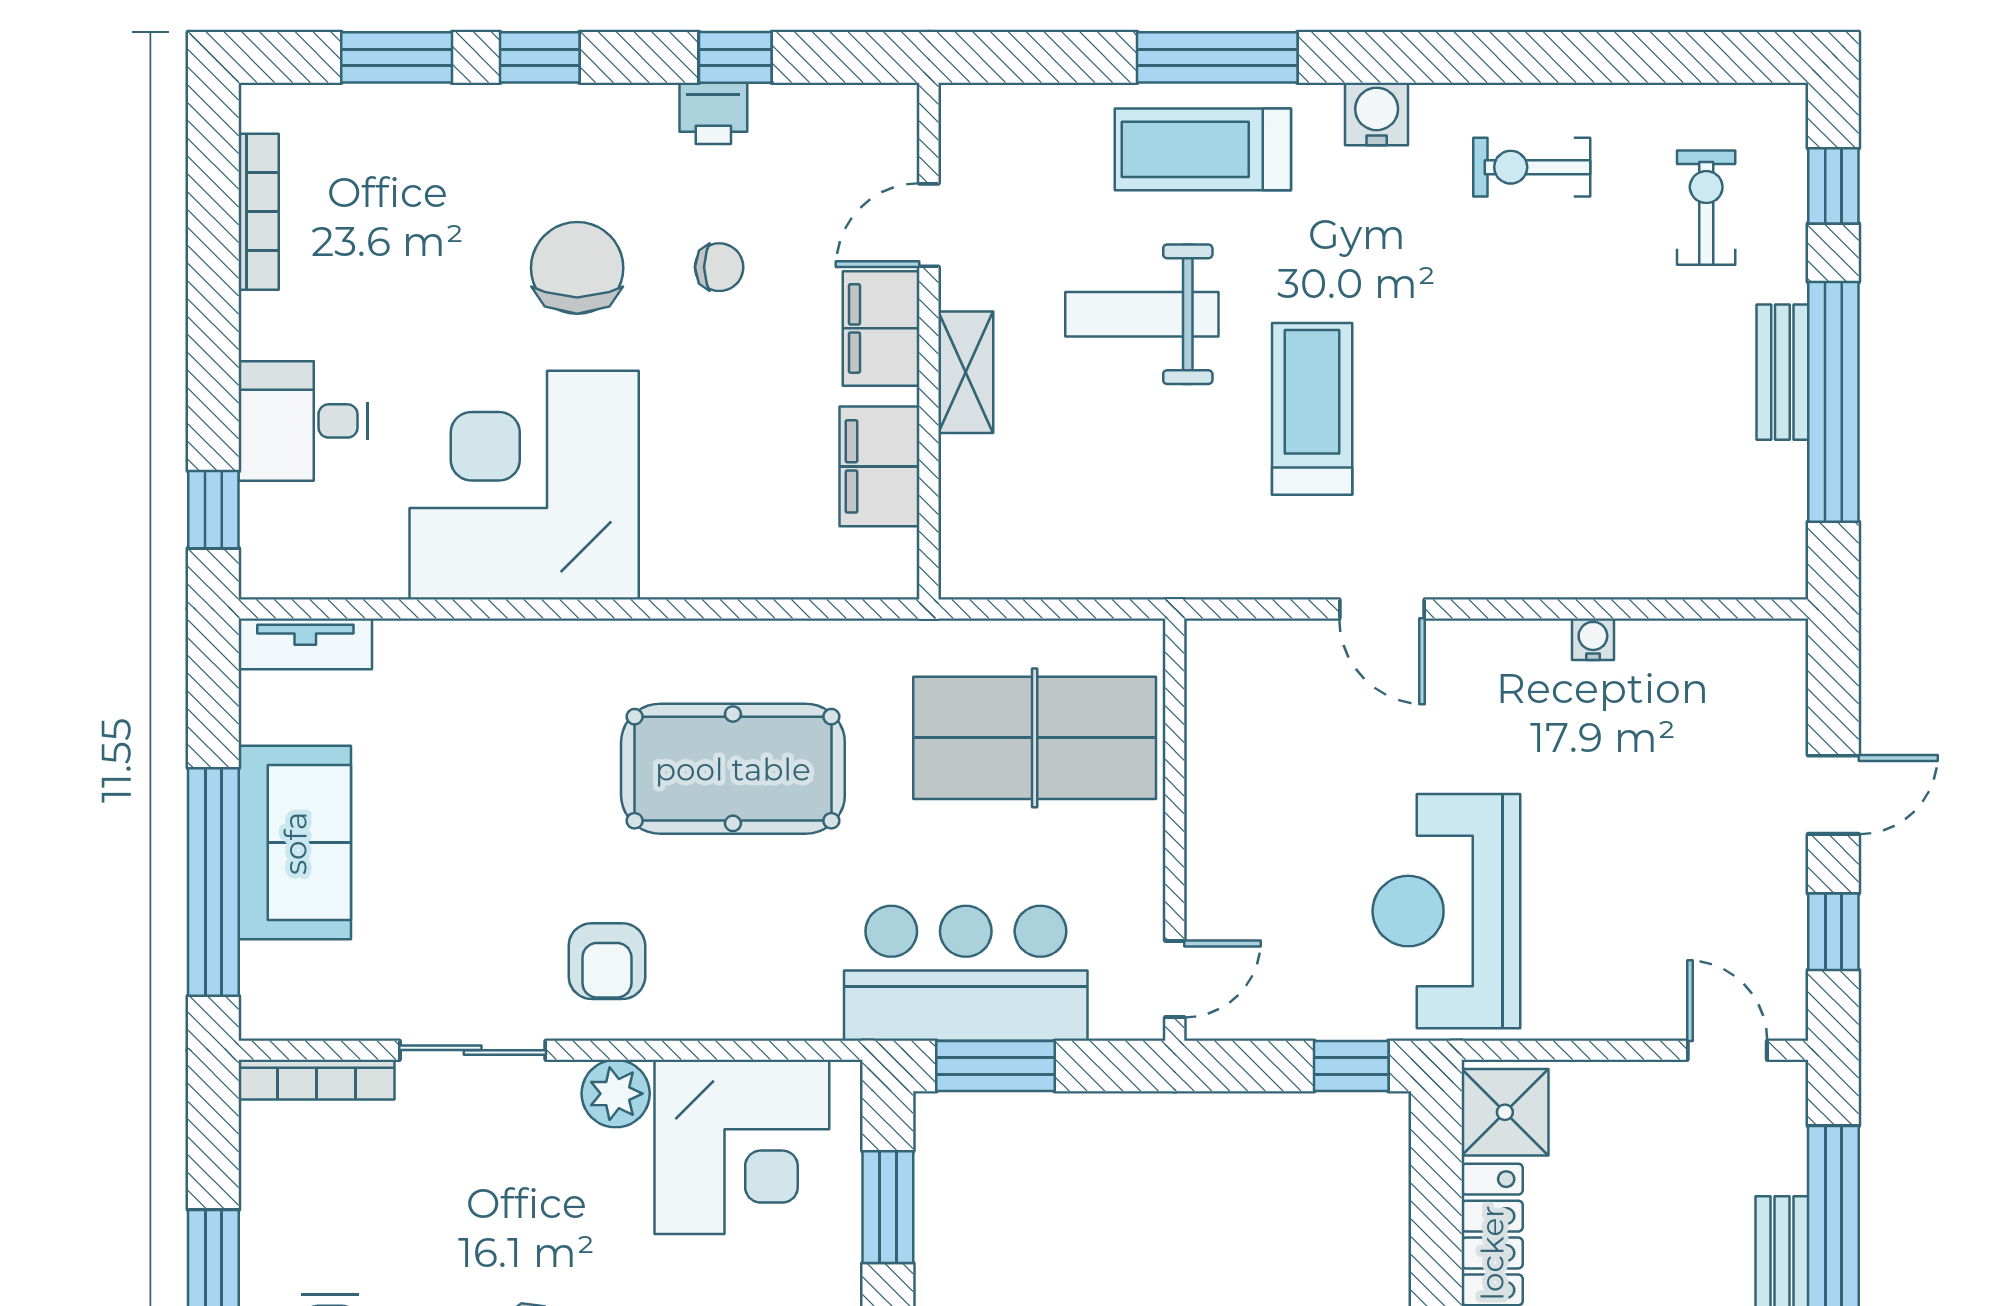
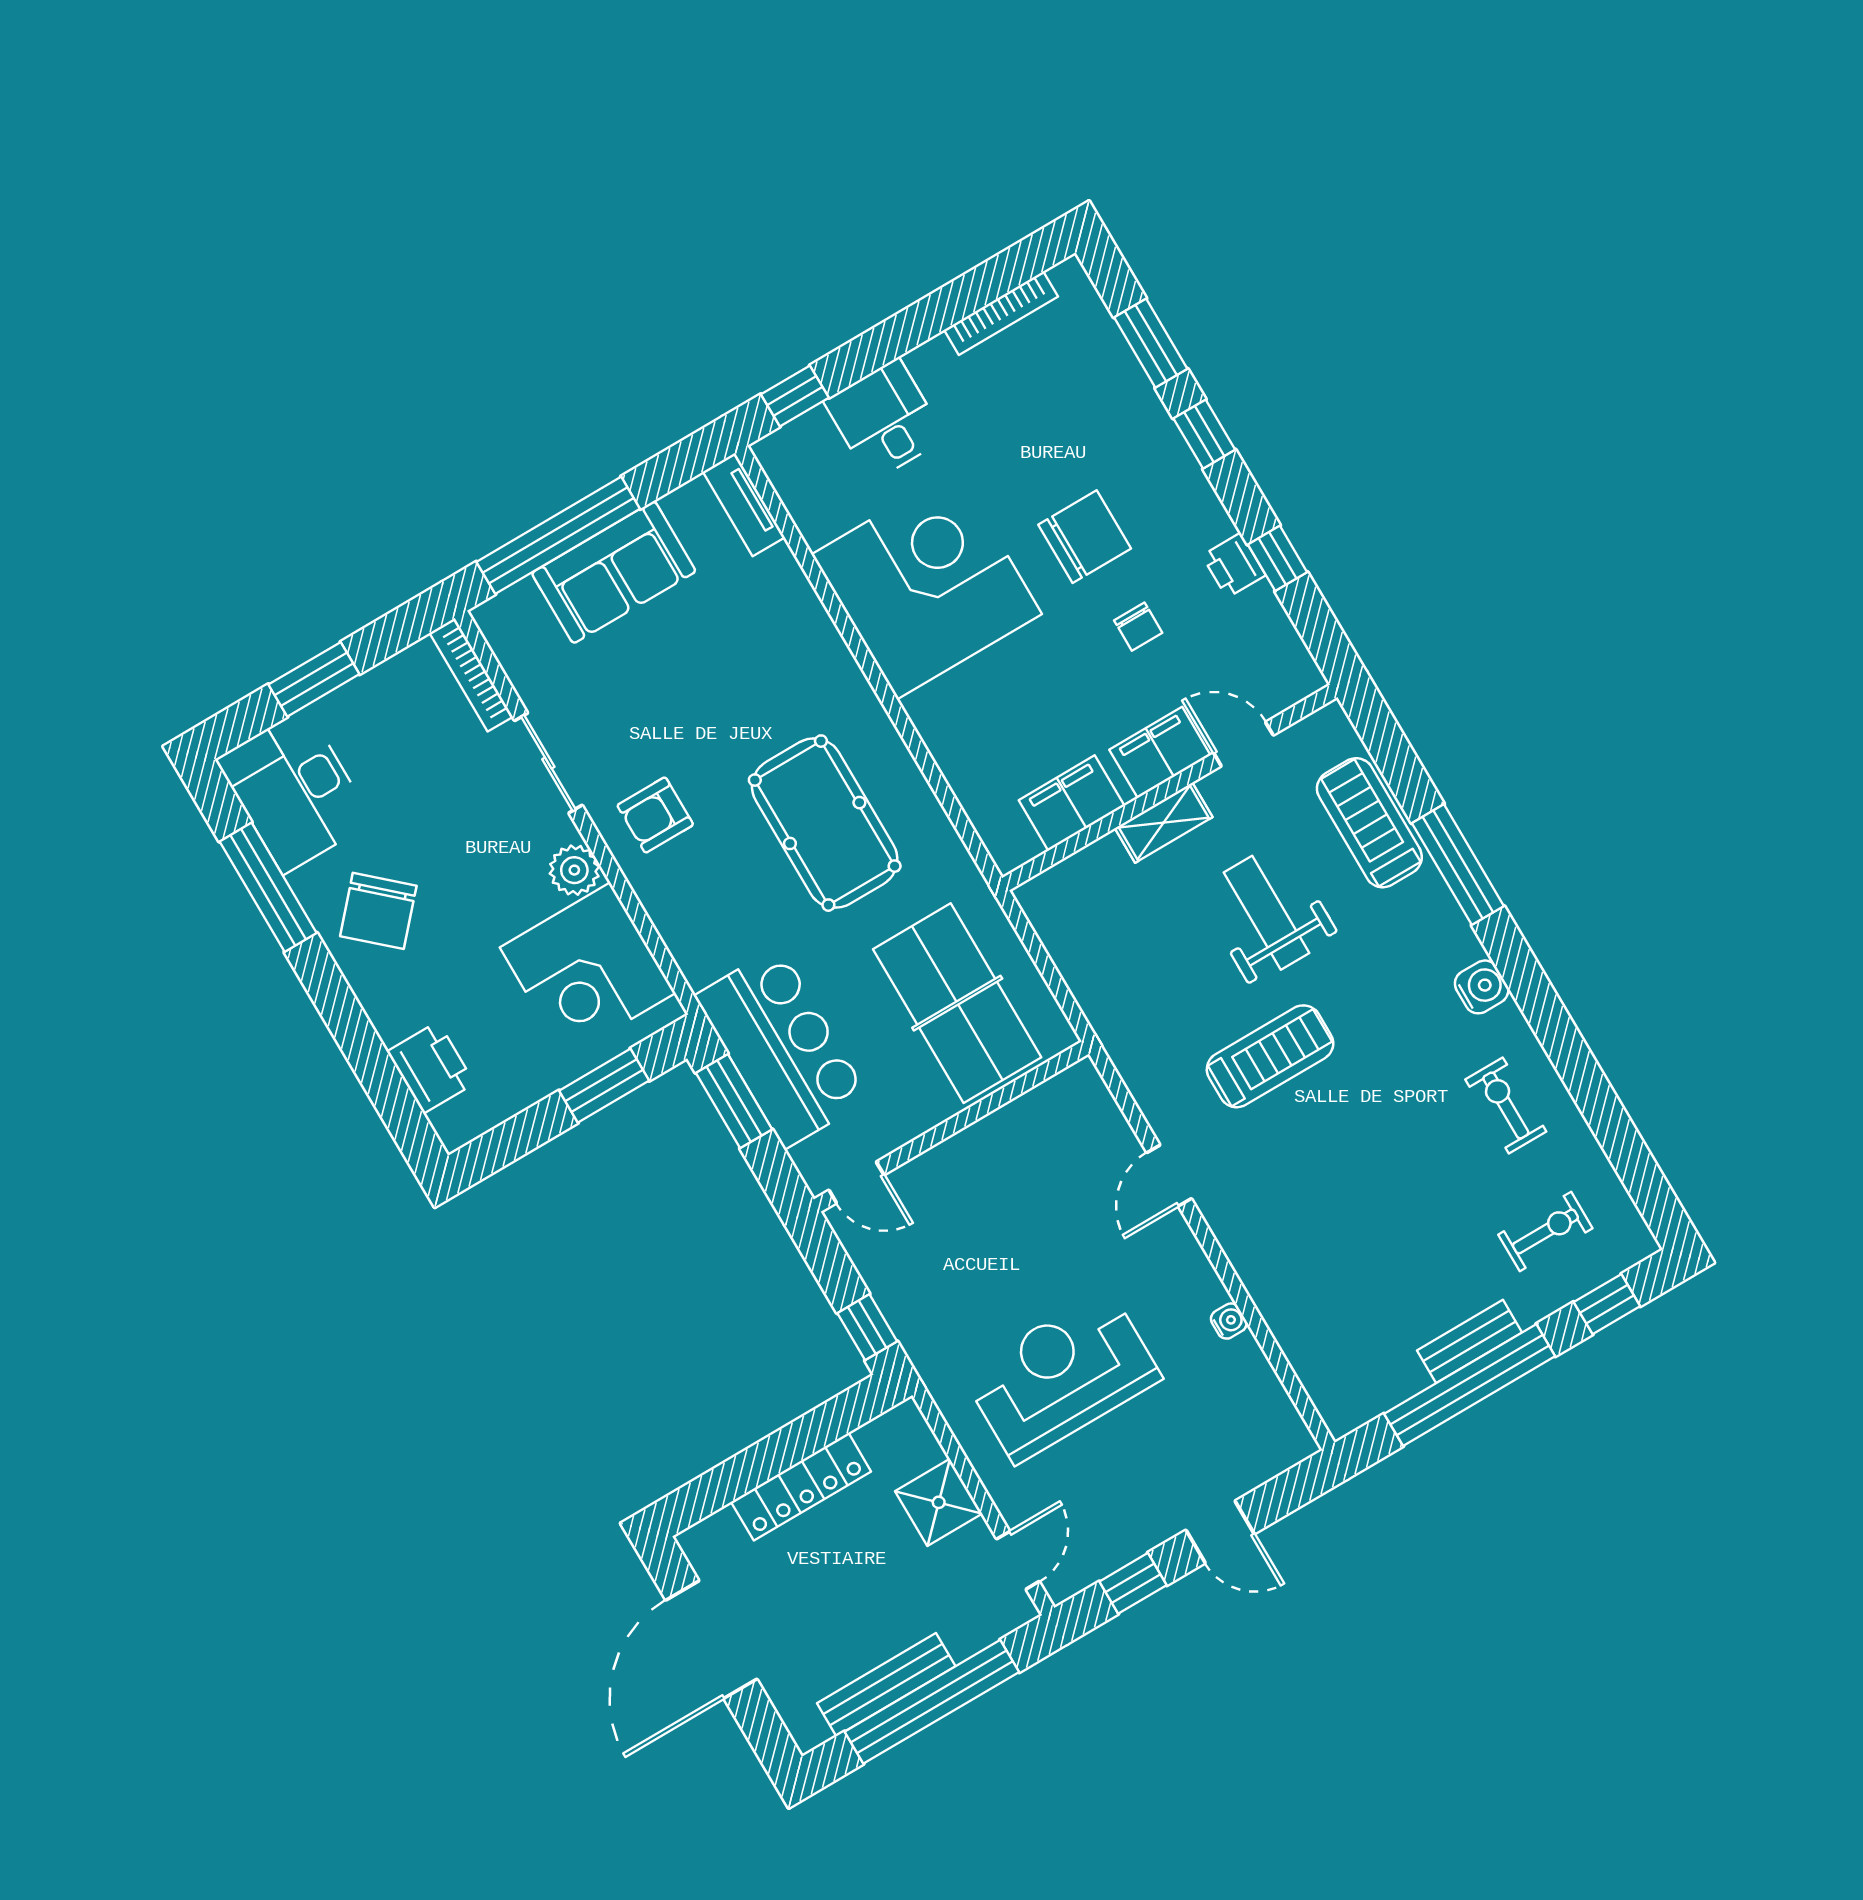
treadmill: (1203, 149) -> (1369, 823), moved
reception desk: (1446, 911) -> (1062, 1376), moved
shower: (1505, 1112) -> (939, 1502), moved

